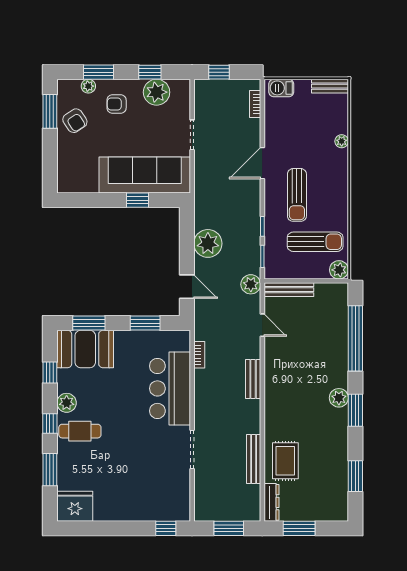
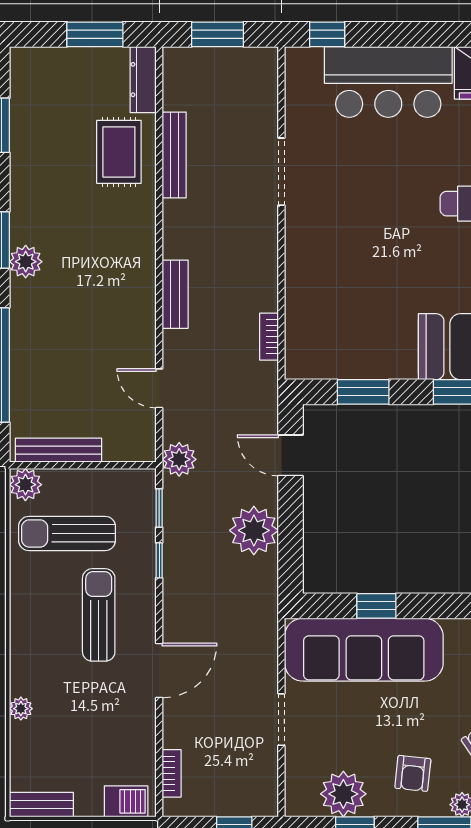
armchair: (117, 104) -> (413, 773), turned 96
bench: (289, 290) -> (59, 450), moved
bar counter: (170, 388) -> (388, 82), moved, turned 90

